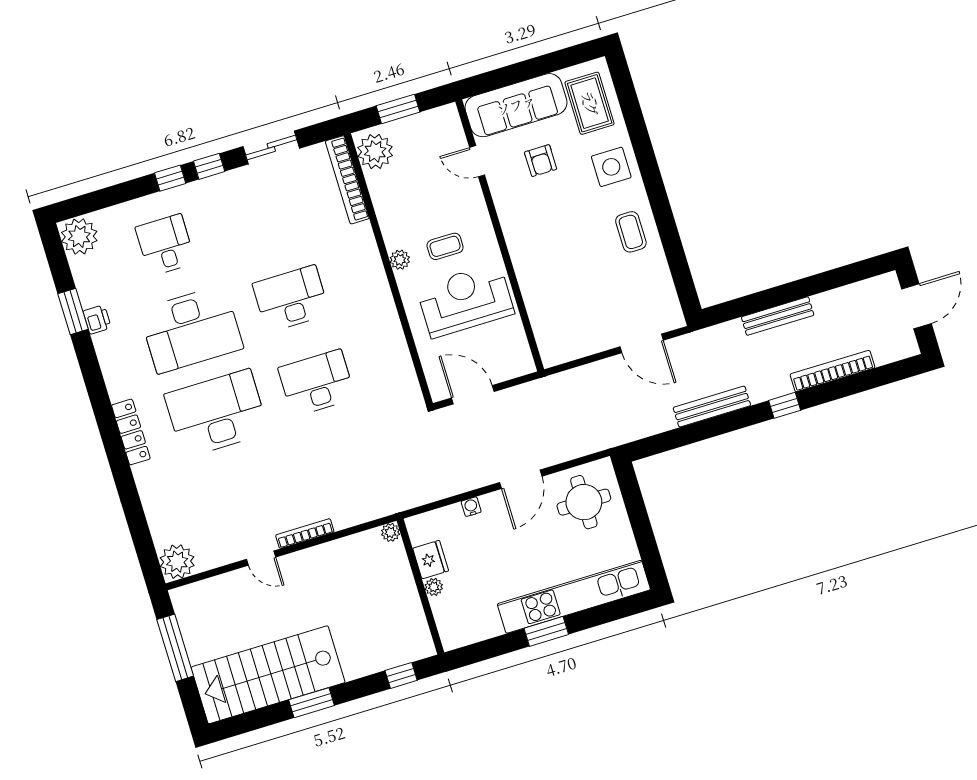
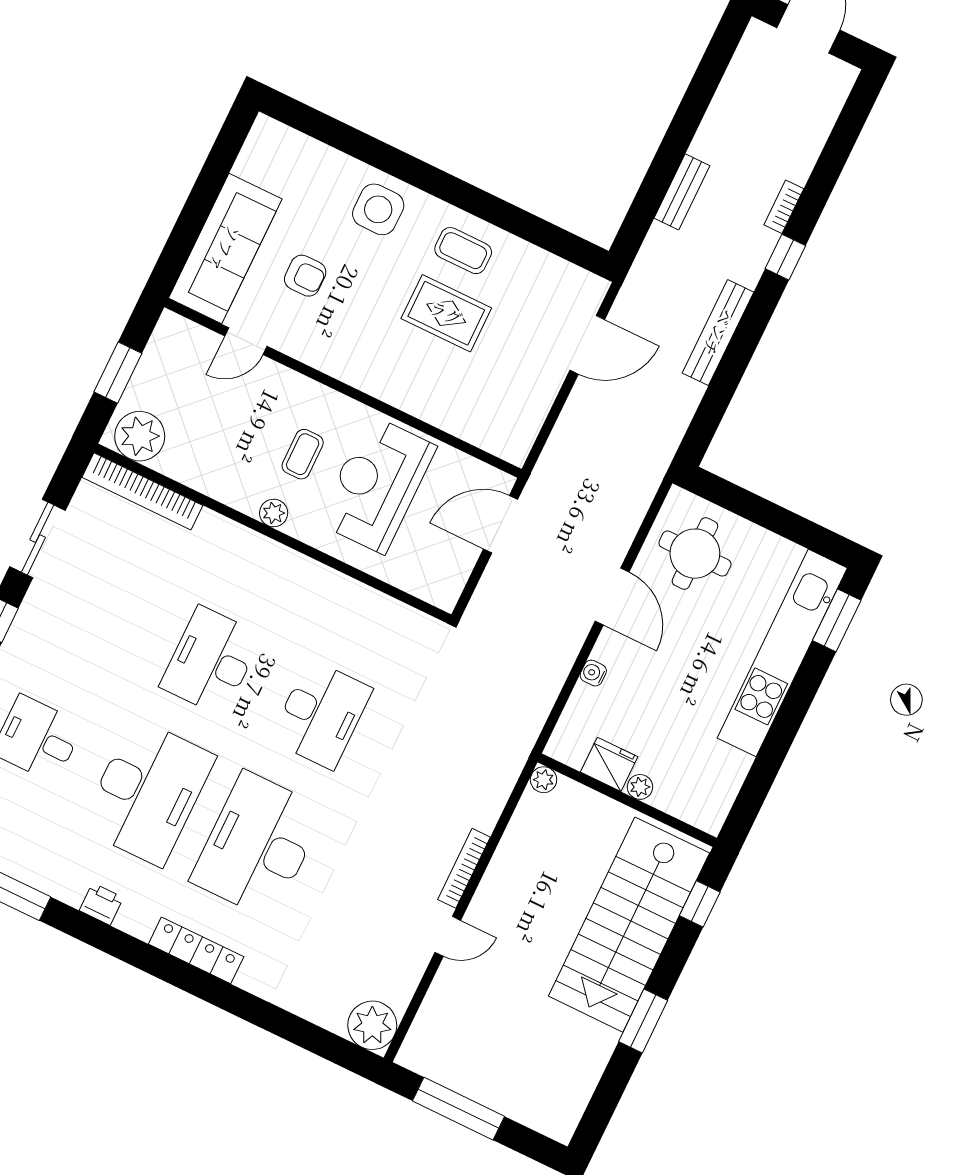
rug: (590, 103) -> (446, 313), moved
bench: (778, 316) -> (682, 192), width x0.73
printer: (97, 319) -> (101, 904), moved
bookcase: (832, 371) -> (784, 207), width x0.43, depth x0.76
desk: (317, 383) -> (321, 714), turned 180
door: (473, 395) -> (501, 524), moved
window: (546, 631) -> (837, 620), moved
stairs: (268, 675) -> (629, 925), moved

